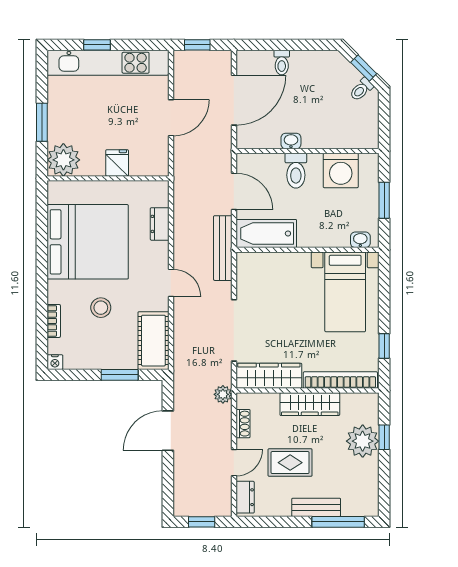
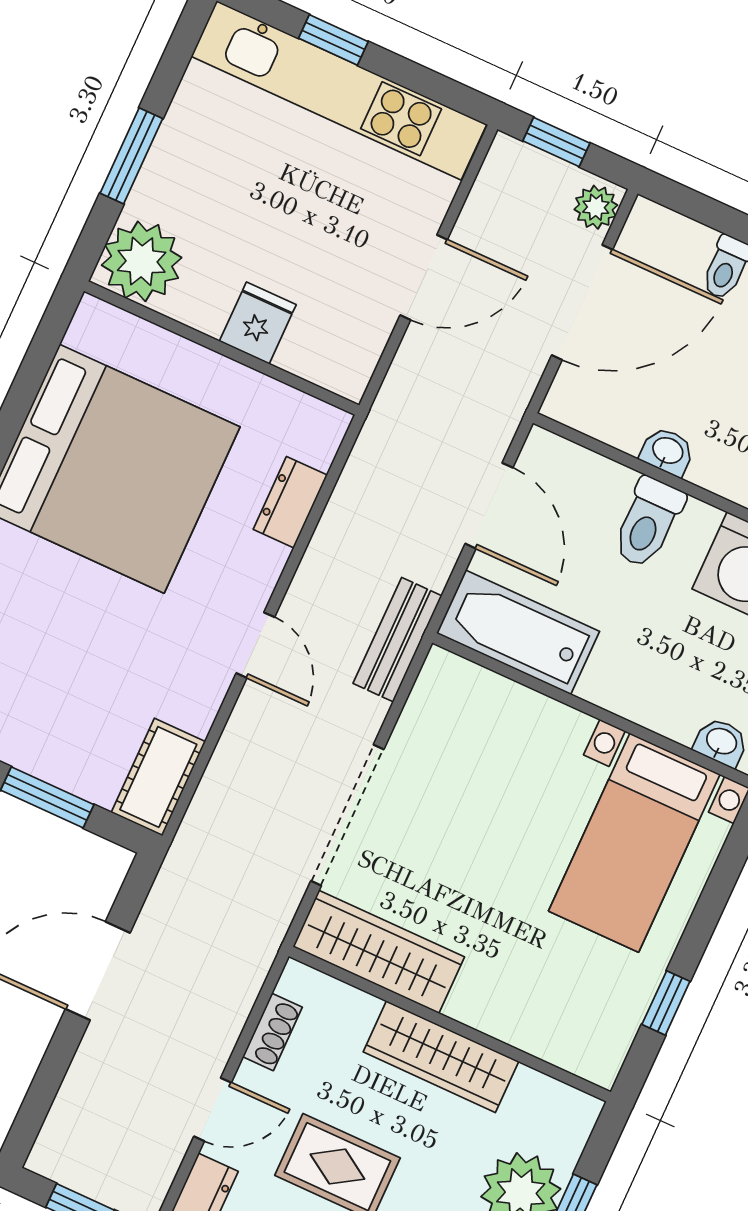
bench: (223, 248) -> (398, 640), width x0.73
stool: (101, 308) -> (74, 629), removed
cot: (153, 341) -> (158, 777), width x0.73, depth x0.75
bookcase: (340, 380) -> (534, 1034), removed
plant: (223, 394) -> (596, 207), moved

